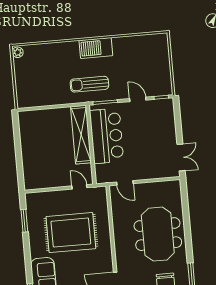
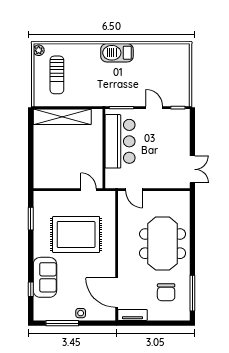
sun lounger: (89, 84) -> (57, 75), moved, turned -90
shelving: (81, 135) -> (62, 117), moved, turned 90

